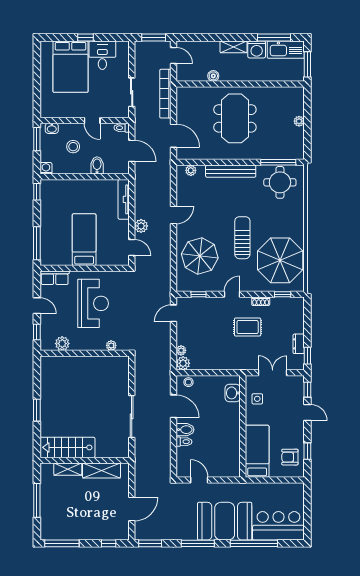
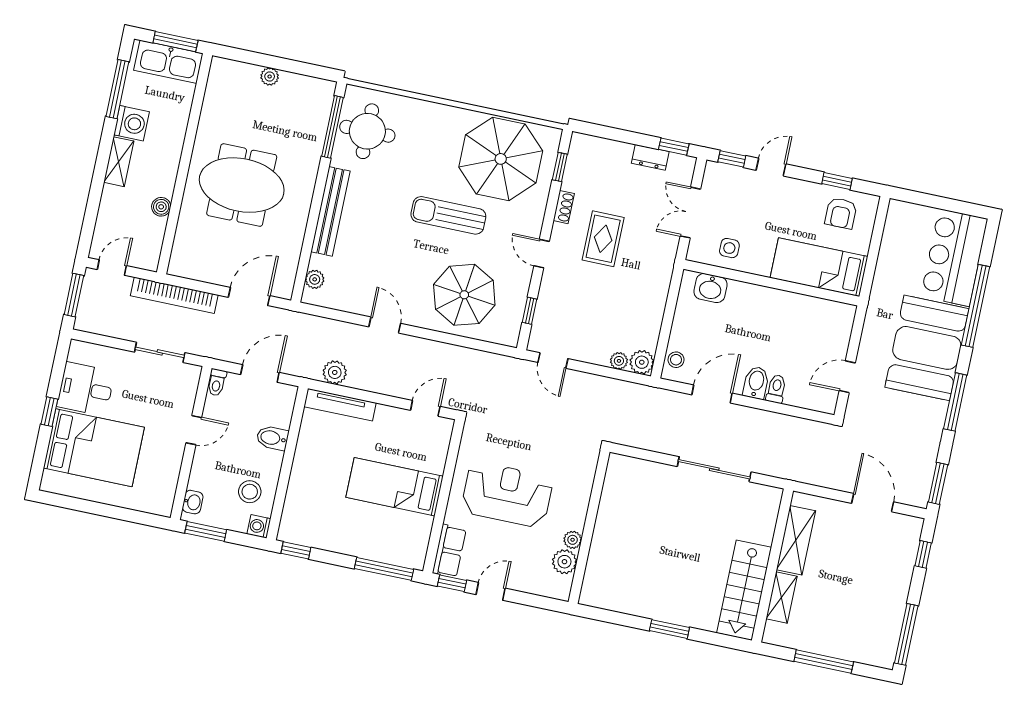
kitchen sink: (286, 50) -> (168, 62), moved, turned 90
stool: (73, 147) -> (250, 492), moved
plant: (141, 226) -> (335, 372), moved
window: (37, 332) -> (452, 583), moved
plant: (111, 345) -> (573, 540), moved

